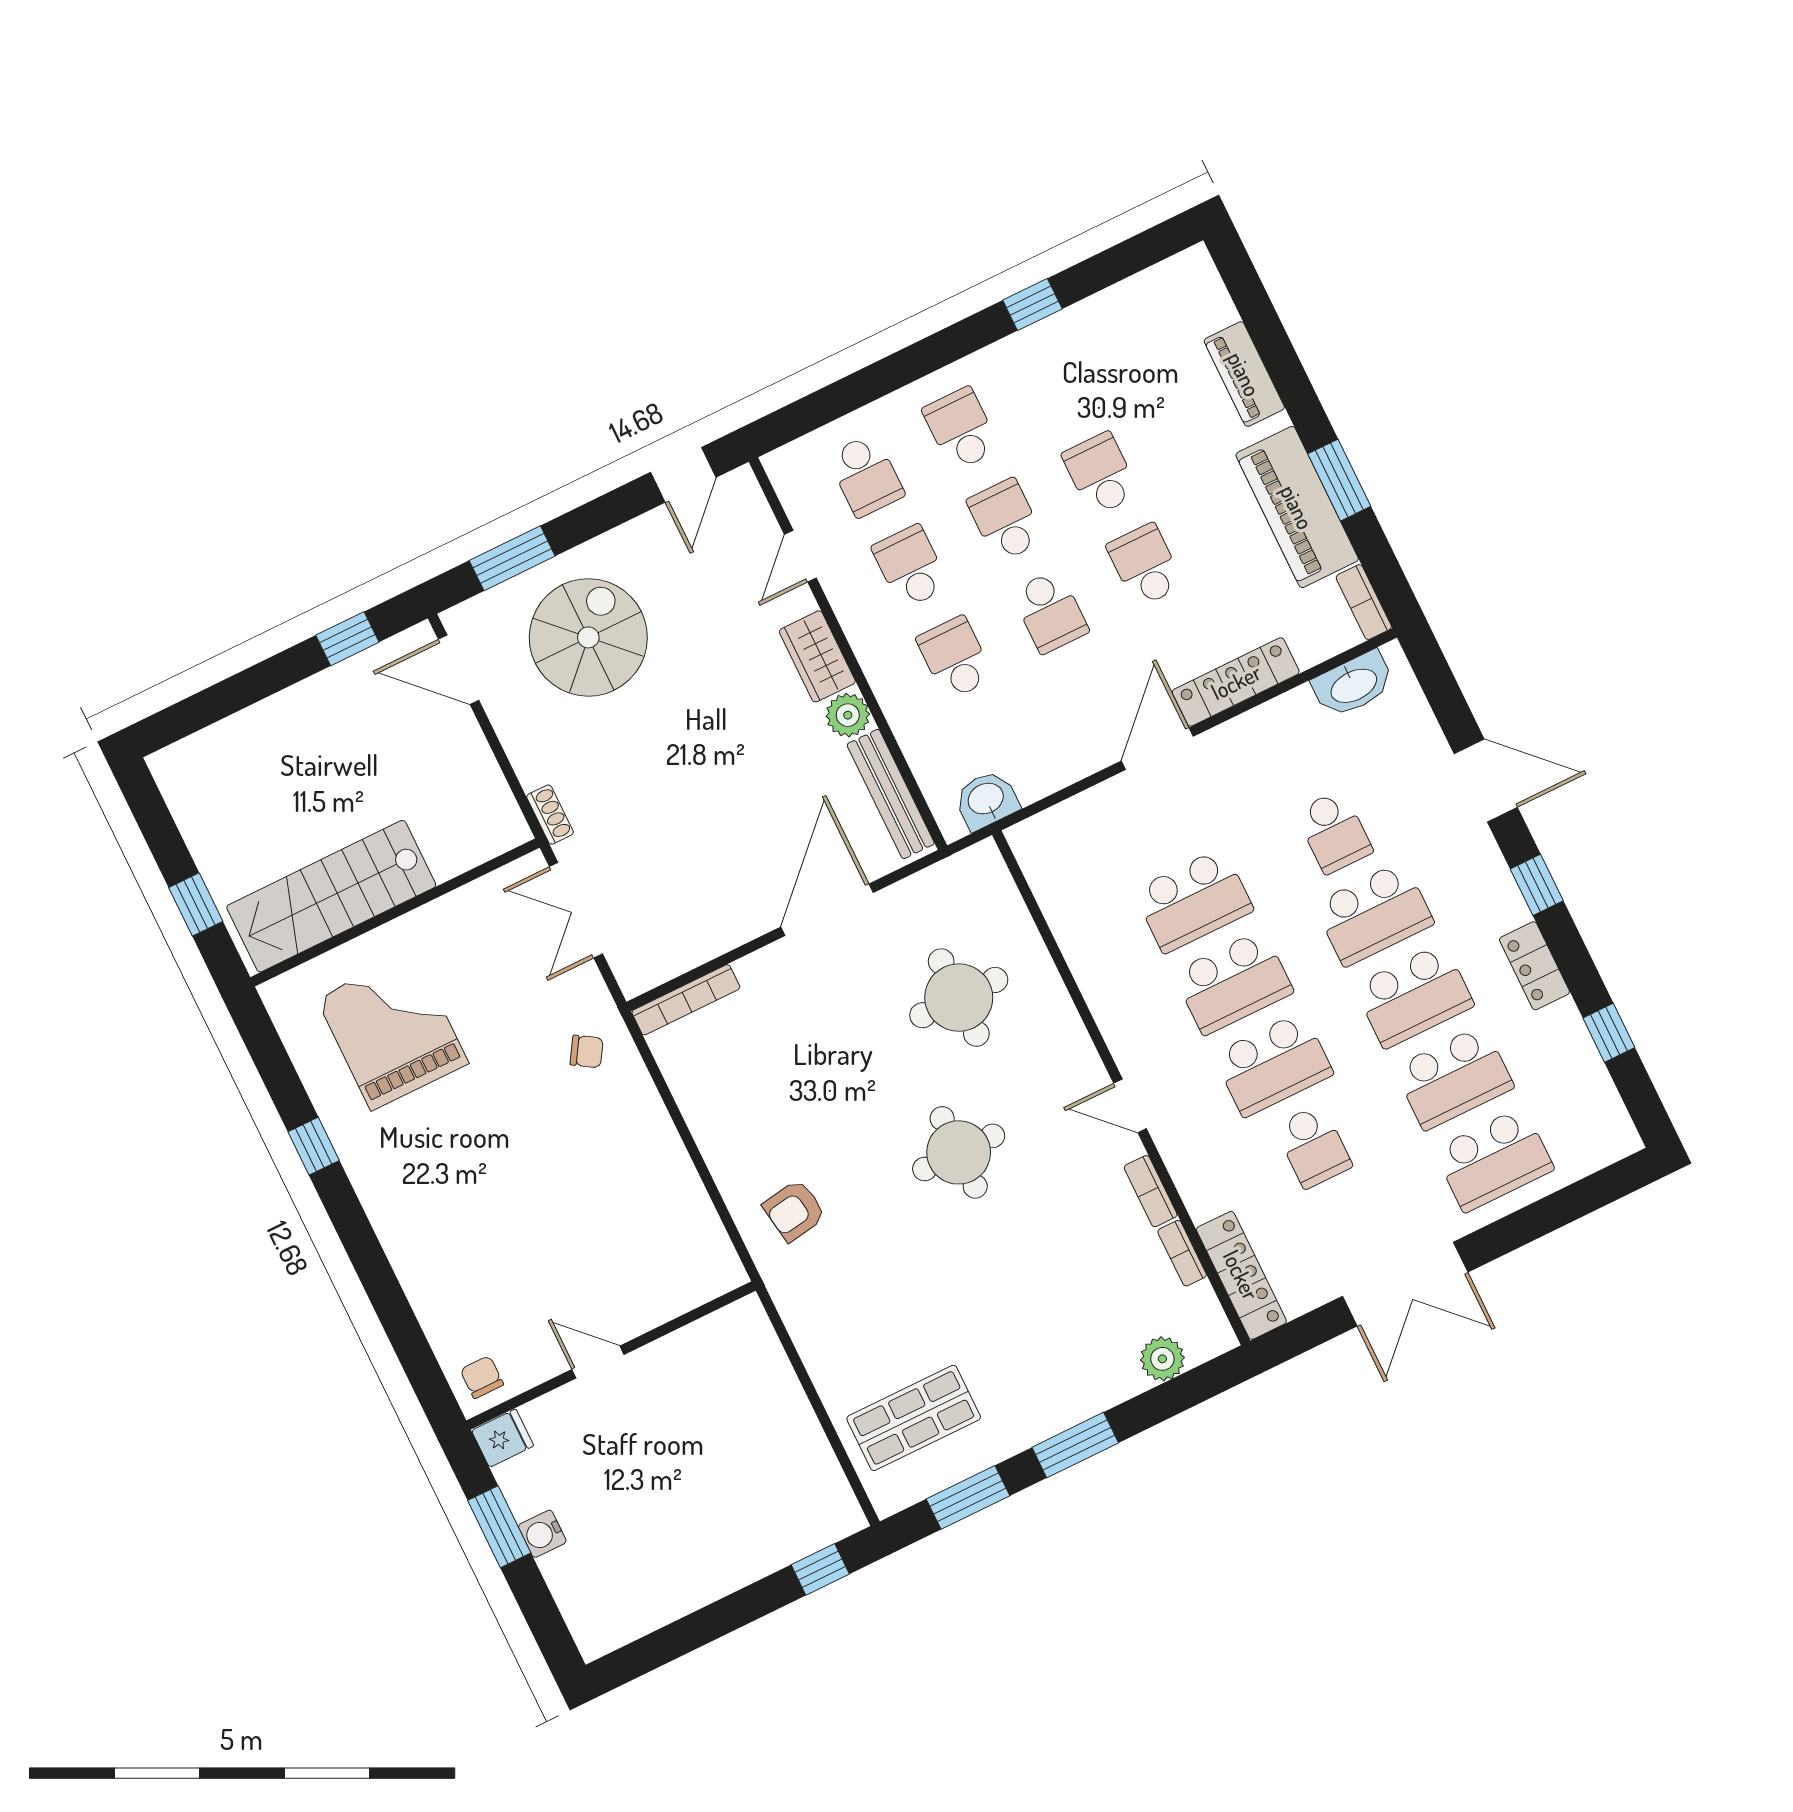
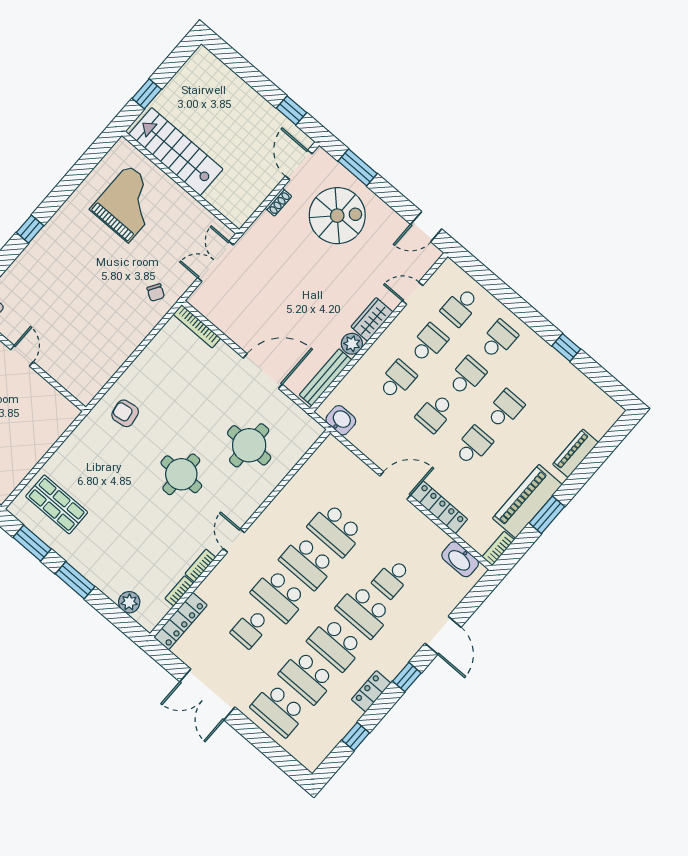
shoe rack: (550, 815) -> (278, 202), moved
window: (314, 1146) -> (30, 229), moved

